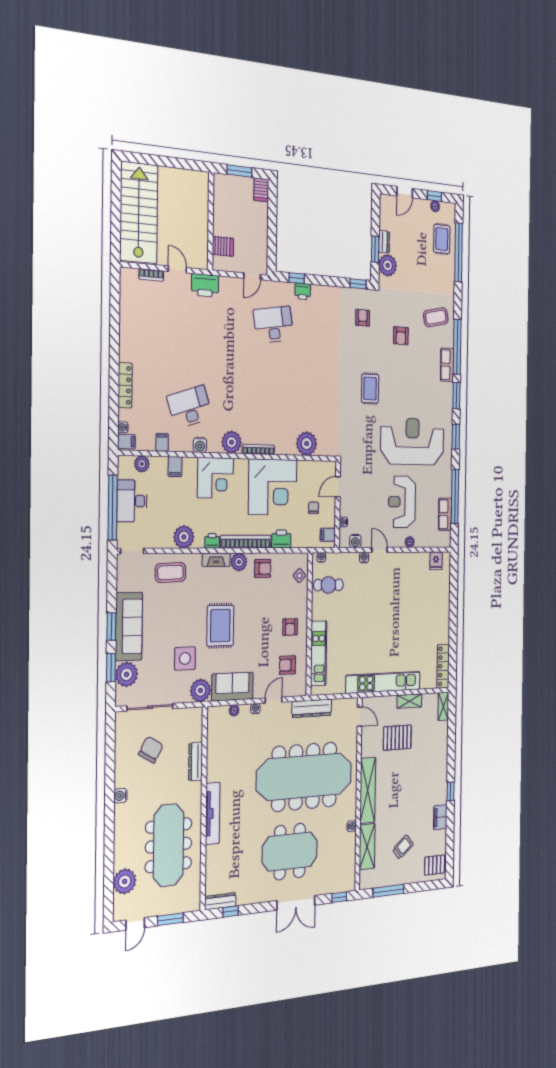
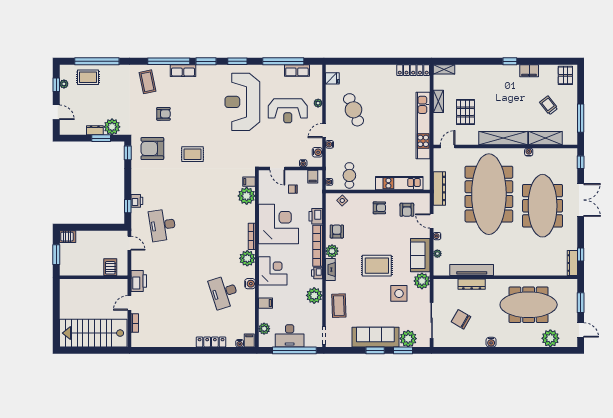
armchair: (363, 318) -> (152, 149), width x1.88, depth x1.88
rug: (370, 389) -> (193, 154), moved
filing cabinet: (162, 442) -> (249, 182), moved
cafe table: (402, 589) -> (353, 110), added
tv unit: (213, 813) -> (472, 270), moved
meeting table: (290, 852) -> (543, 206), width x1.36

